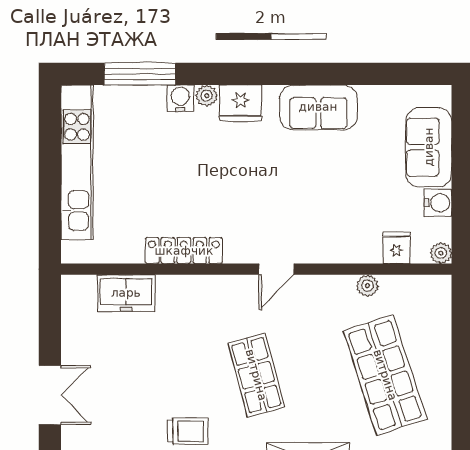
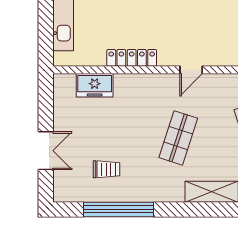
shop shelf: (256, 375) -> (178, 138), turned 33
trolley: (188, 431) -> (107, 169), moved

